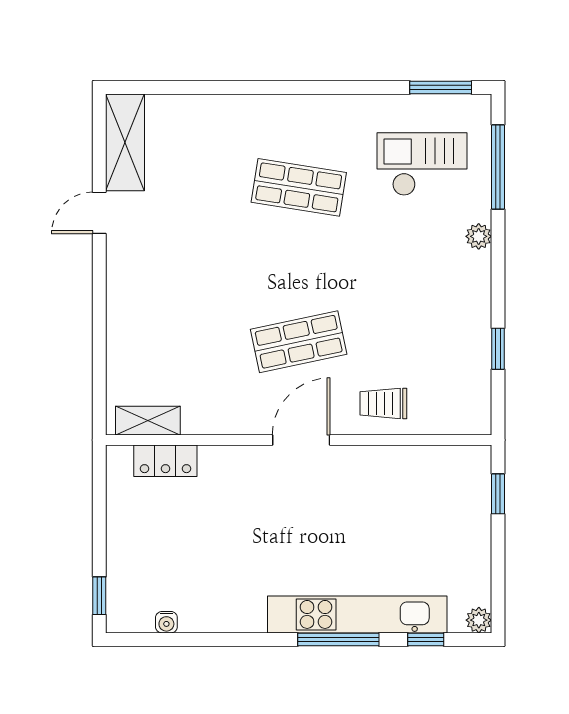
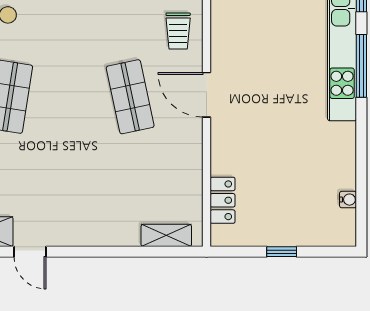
shelving: (148, 421) -> (166, 235), moved, turned 90
window: (99, 596) -> (282, 252), moved

